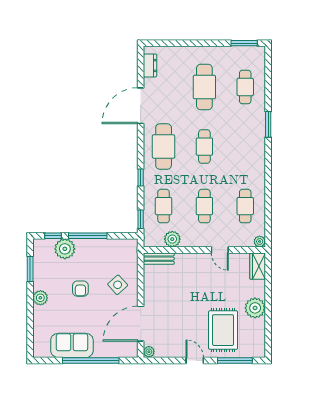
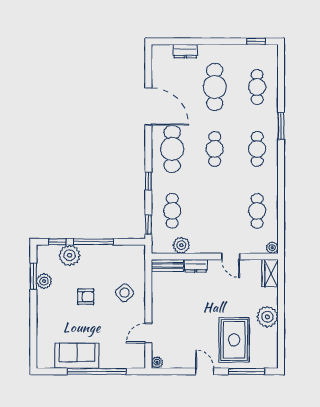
window: (244, 43) -> (256, 41), width x0.67
dresser: (150, 66) -> (185, 51), moved, turned 90
door: (141, 106) -> (148, 106), swing flipped
cafe table: (204, 206) -> (257, 149), moved
dresser: (186, 259) -> (196, 266), added
armchair: (80, 289) -> (86, 297), turned -90
plant: (40, 298) -> (44, 281), moved
door: (141, 324) -> (148, 333), width x0.53

